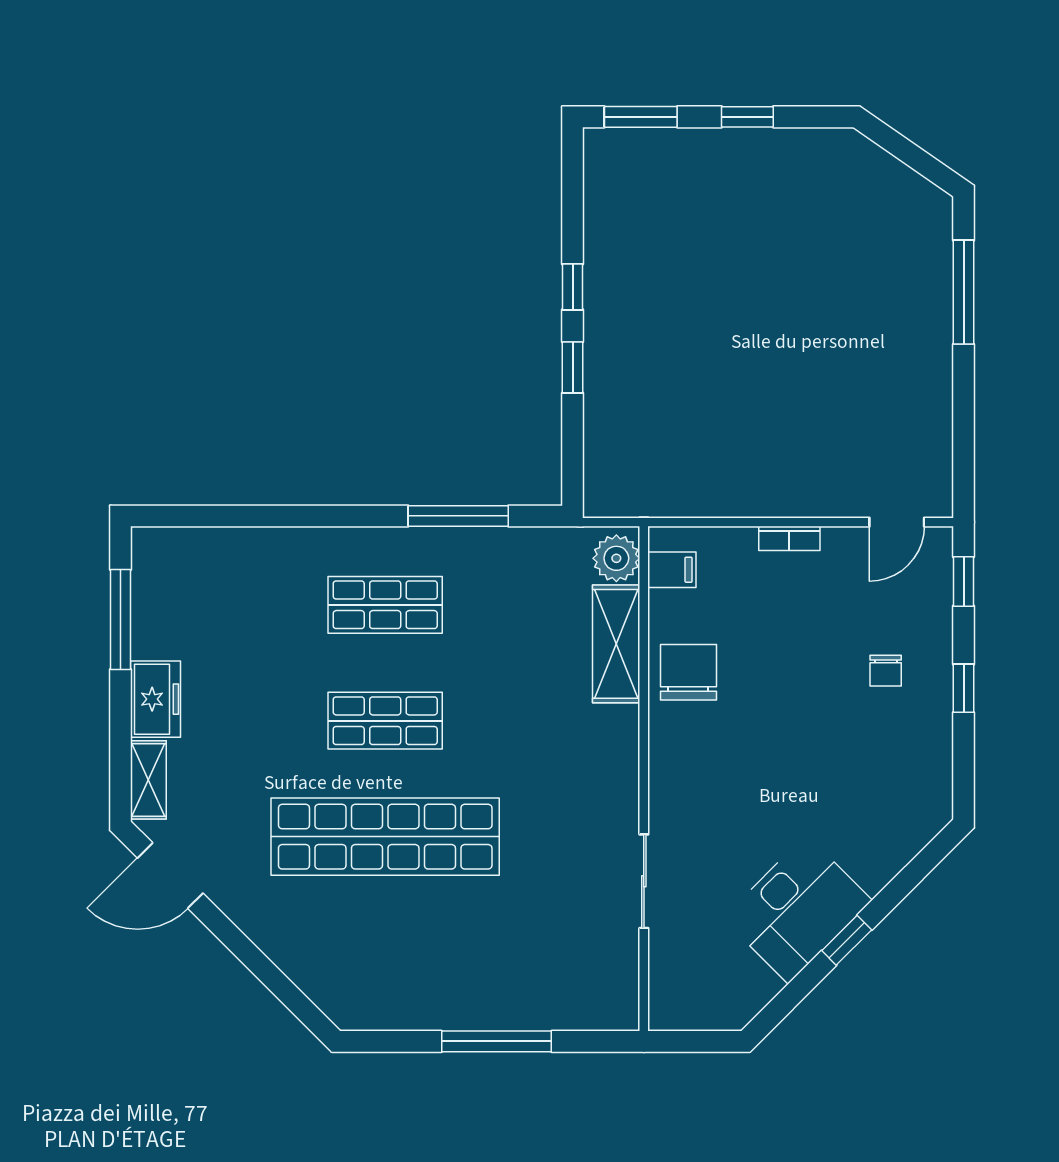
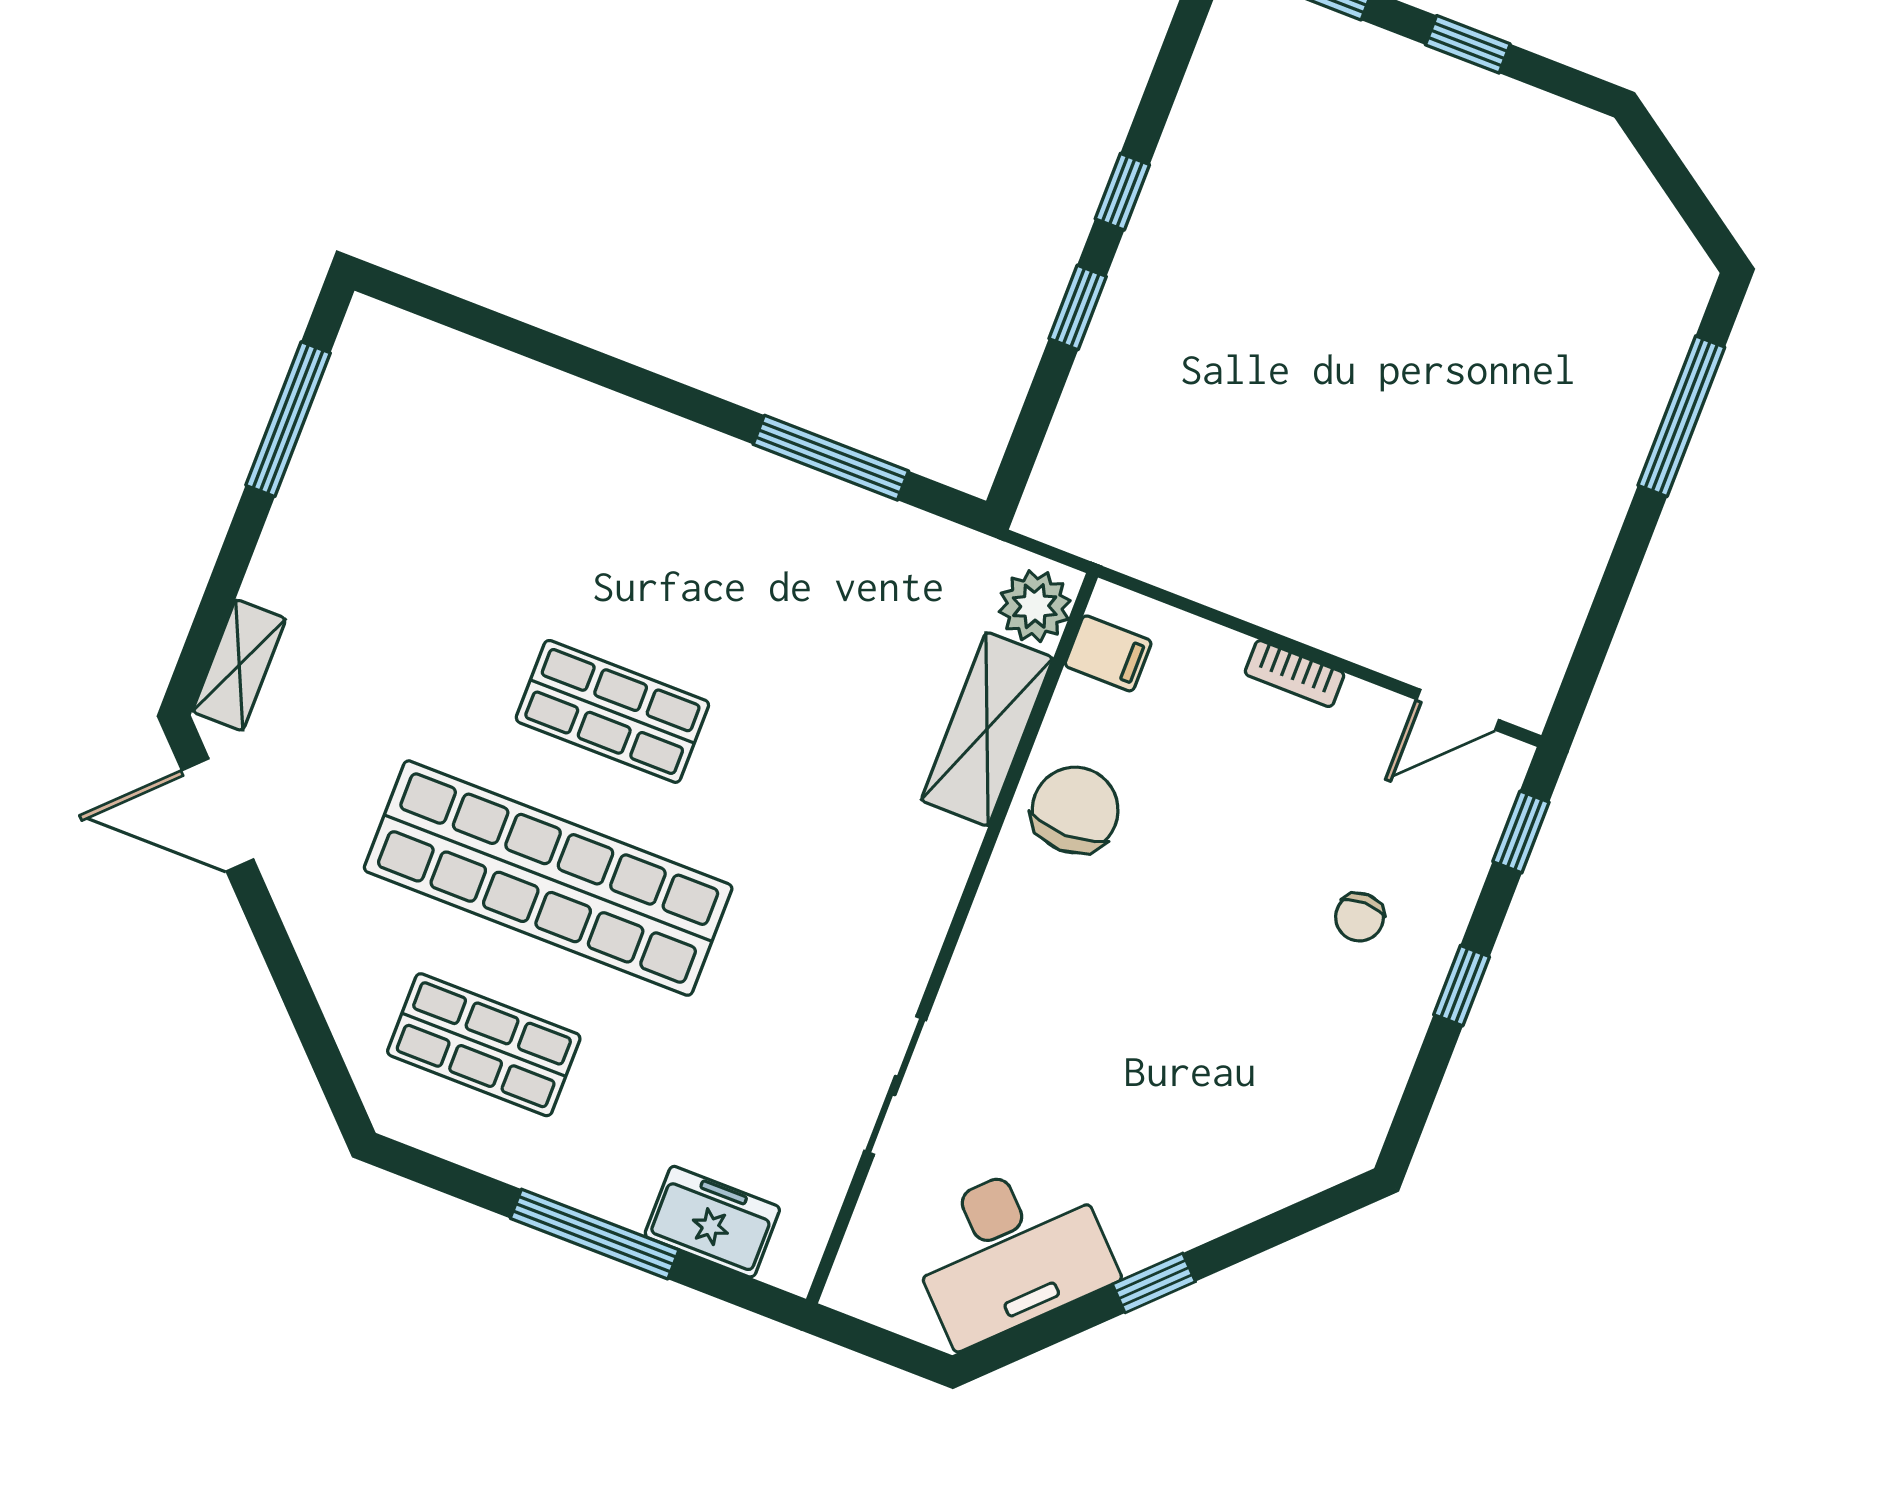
shop shelf: (385, 605) -> (484, 1045), moved
freezer: (155, 699) -> (712, 1222), moved, turned -90
desk: (797, 909) -> (1010, 1251), moved

